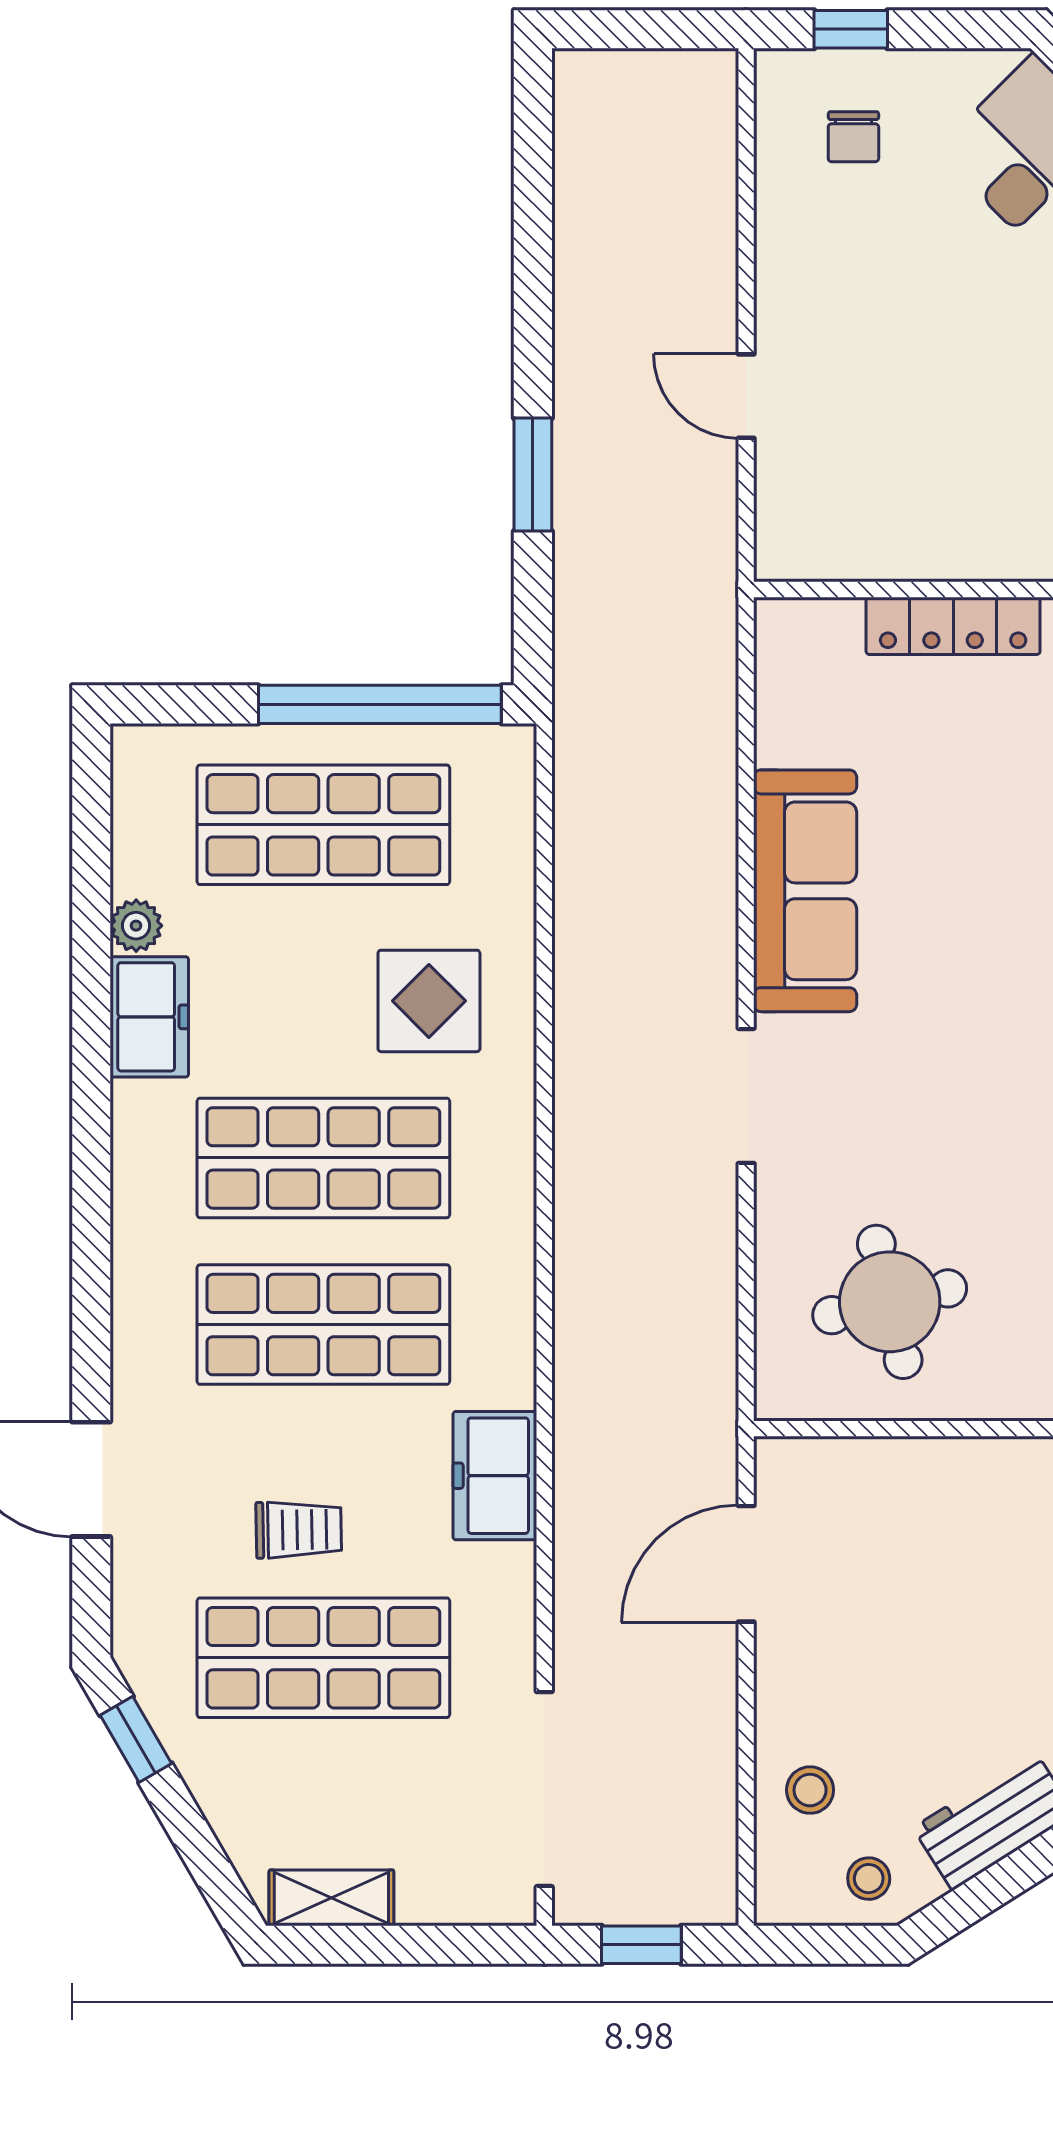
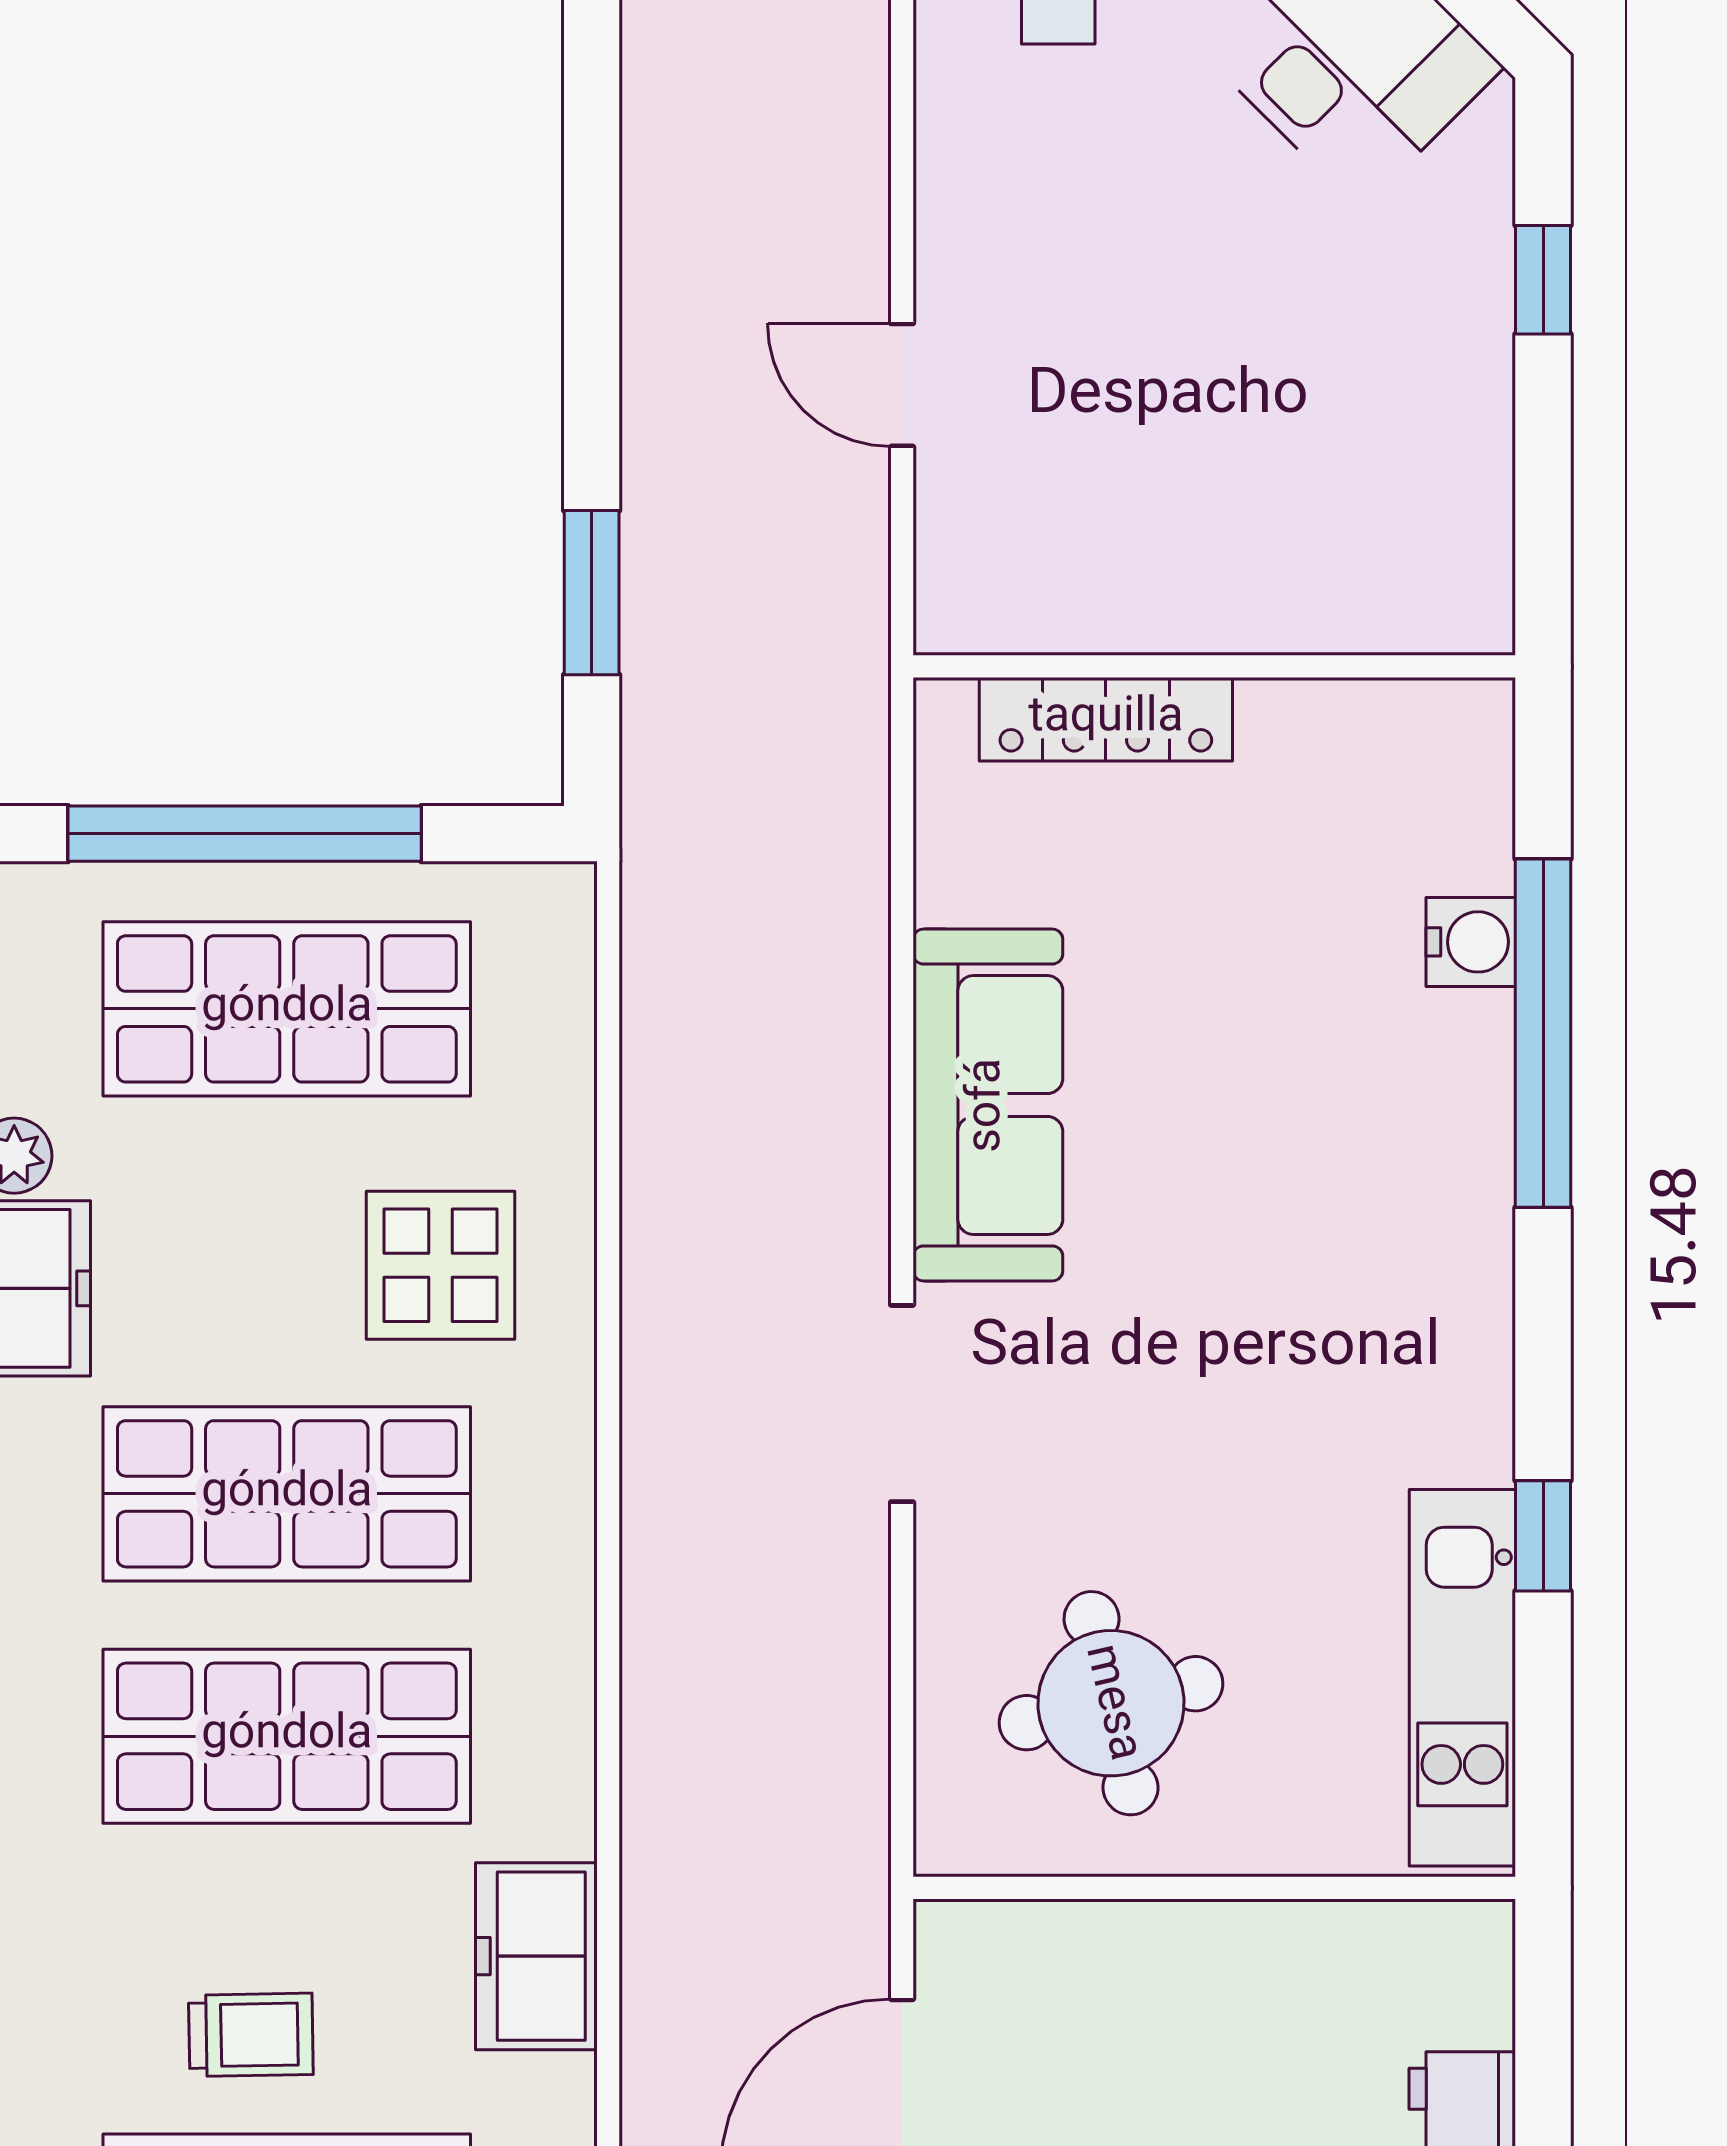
window: (533, 475) -> (592, 593), moved
locker: (953, 626) -> (1106, 719), moved
window: (380, 704) -> (245, 834), moved

